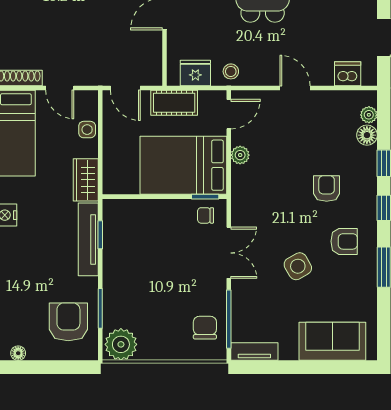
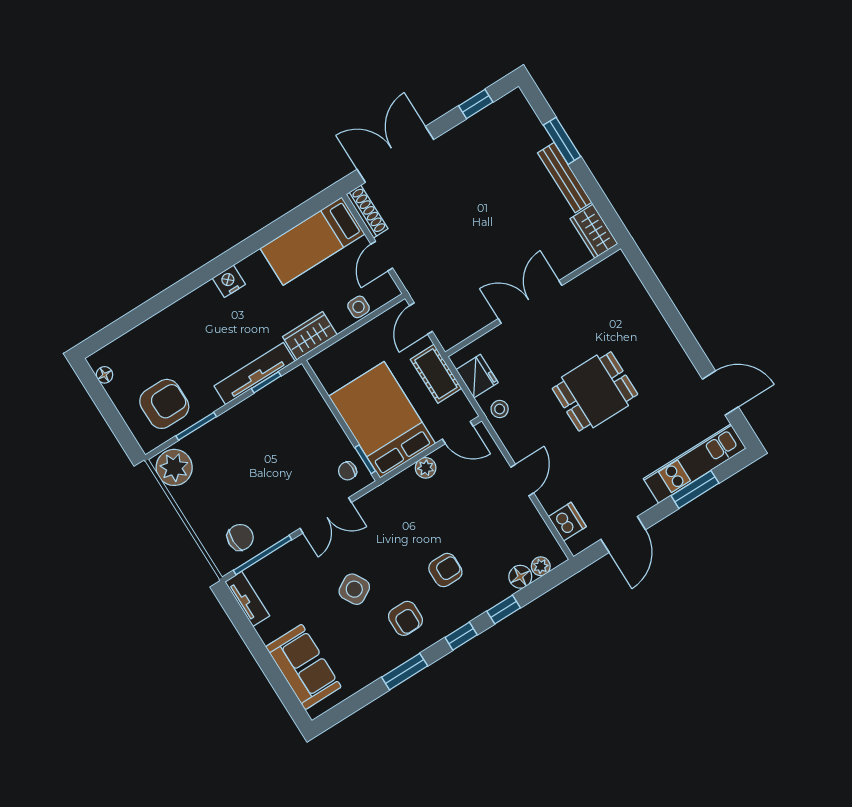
chair: (205, 215) -> (347, 471), turned -90

